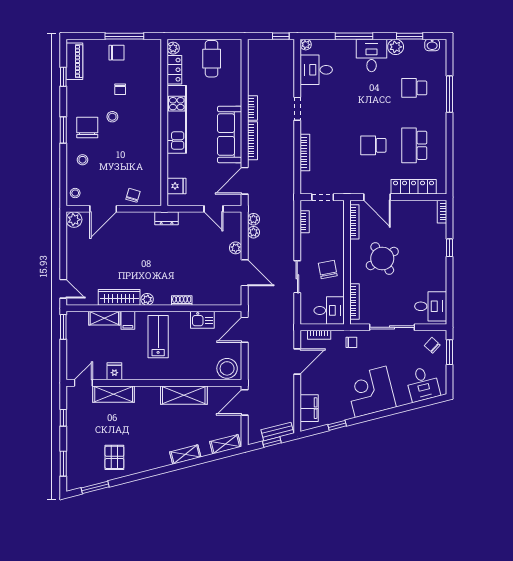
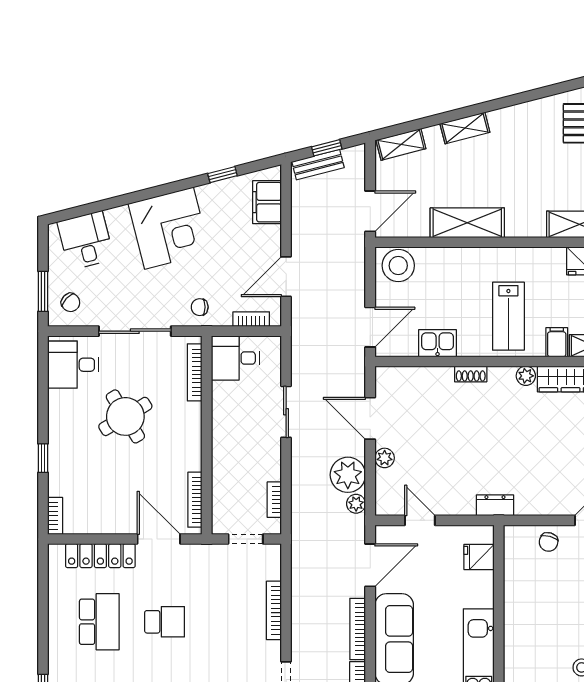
plant: (253, 232) -> (348, 475), width x1.88, depth x1.88
round table: (382, 258) -> (125, 416), moved
chair: (328, 269) -> (238, 423), removed

